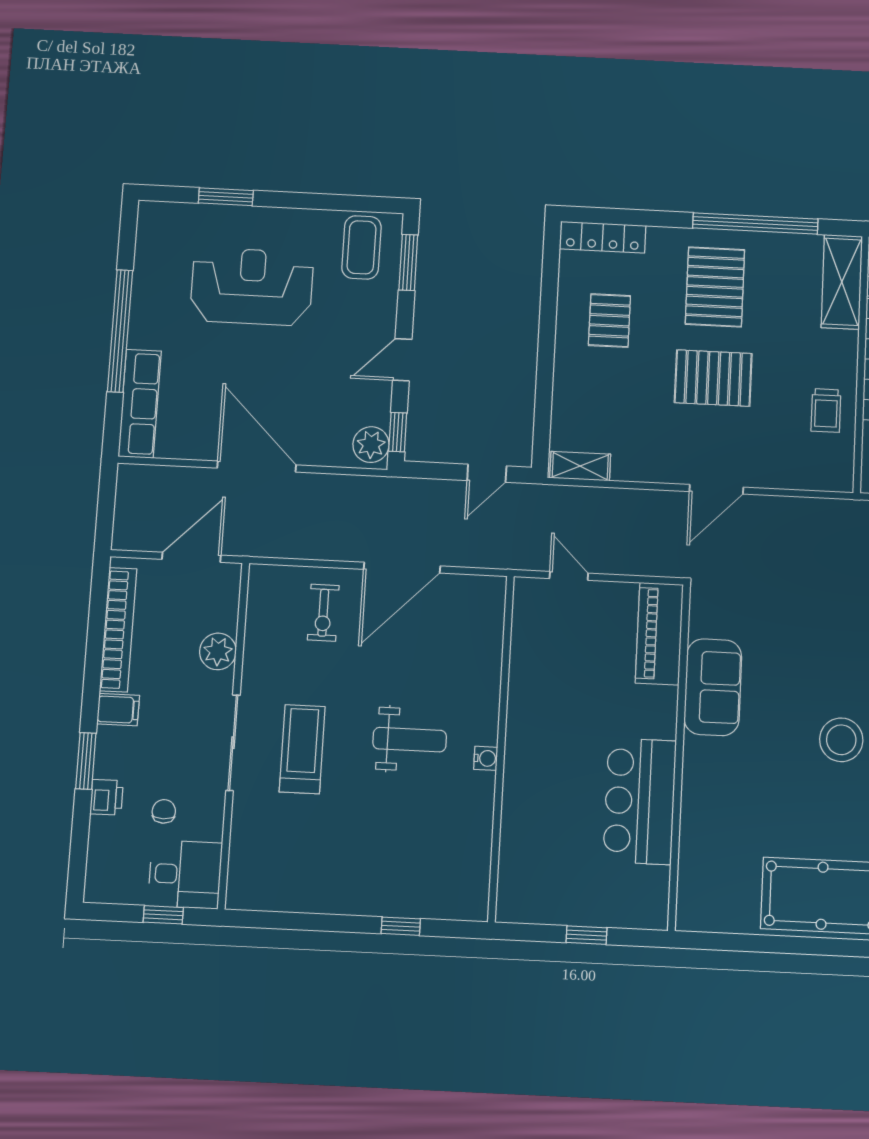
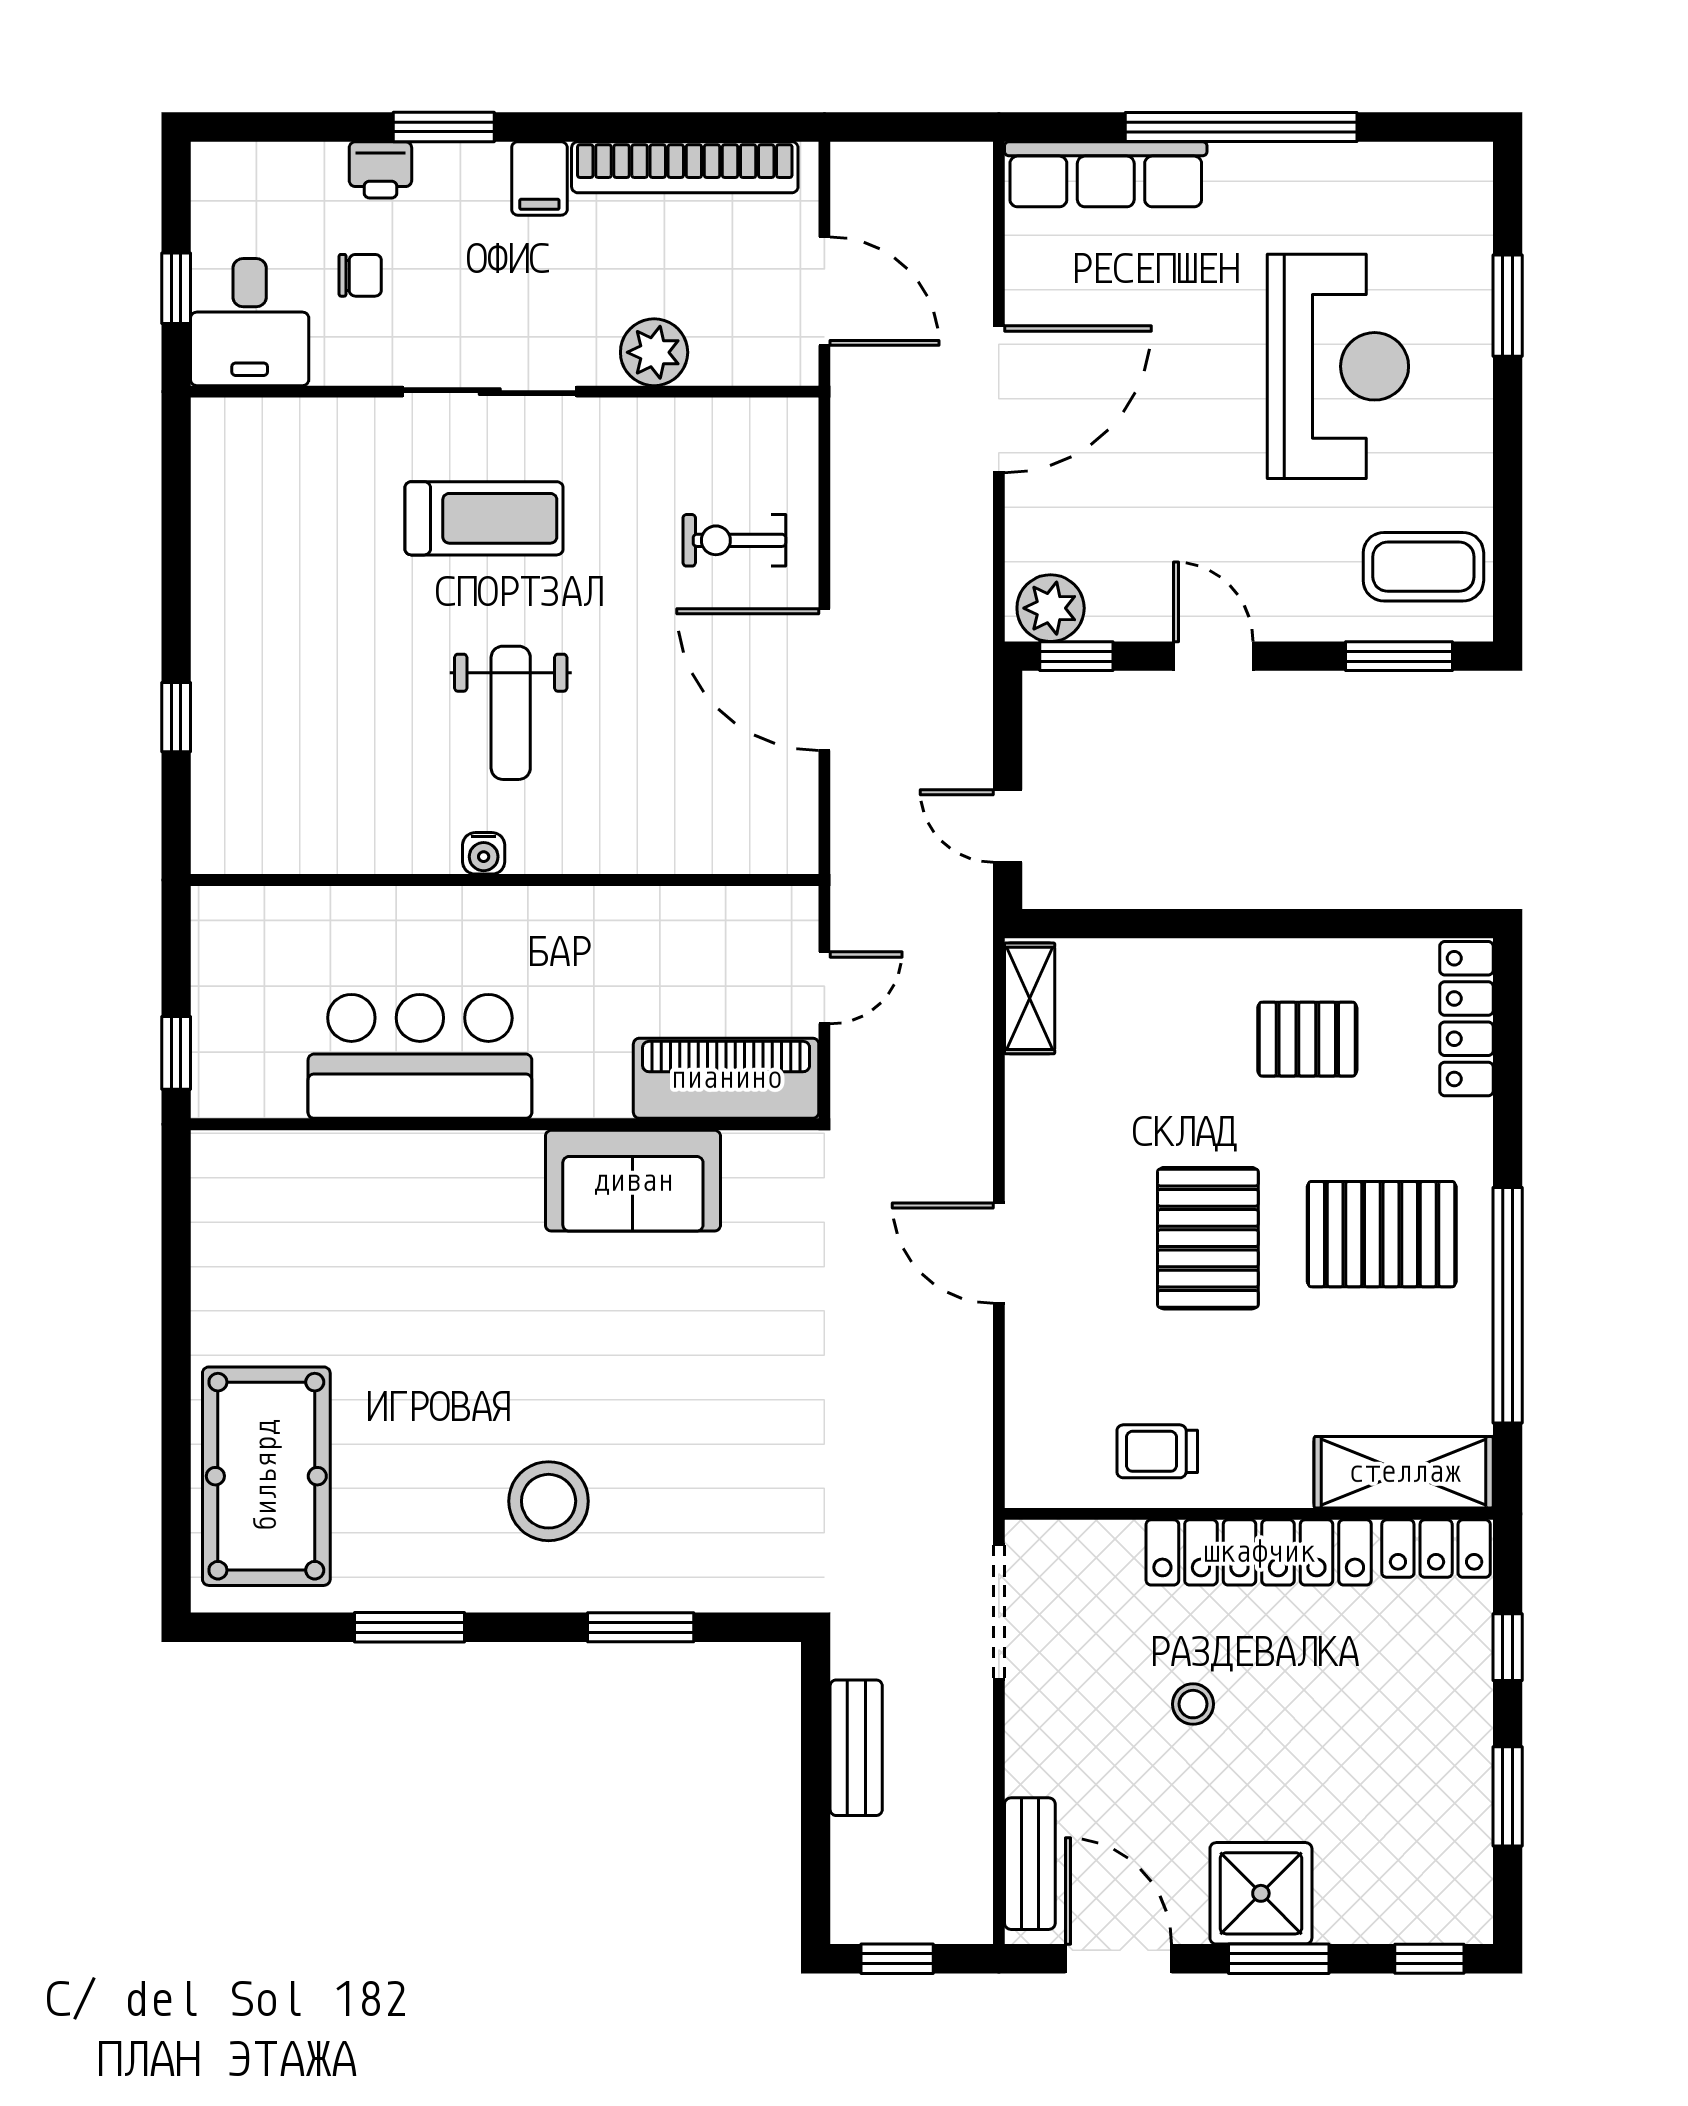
piano: (659, 634) -> (726, 1078), moved
sofa: (713, 687) -> (633, 1181), moved
wall: (679, 756) -> (505, 1124), moved
bar counter: (640, 801) -> (420, 1056), moved

